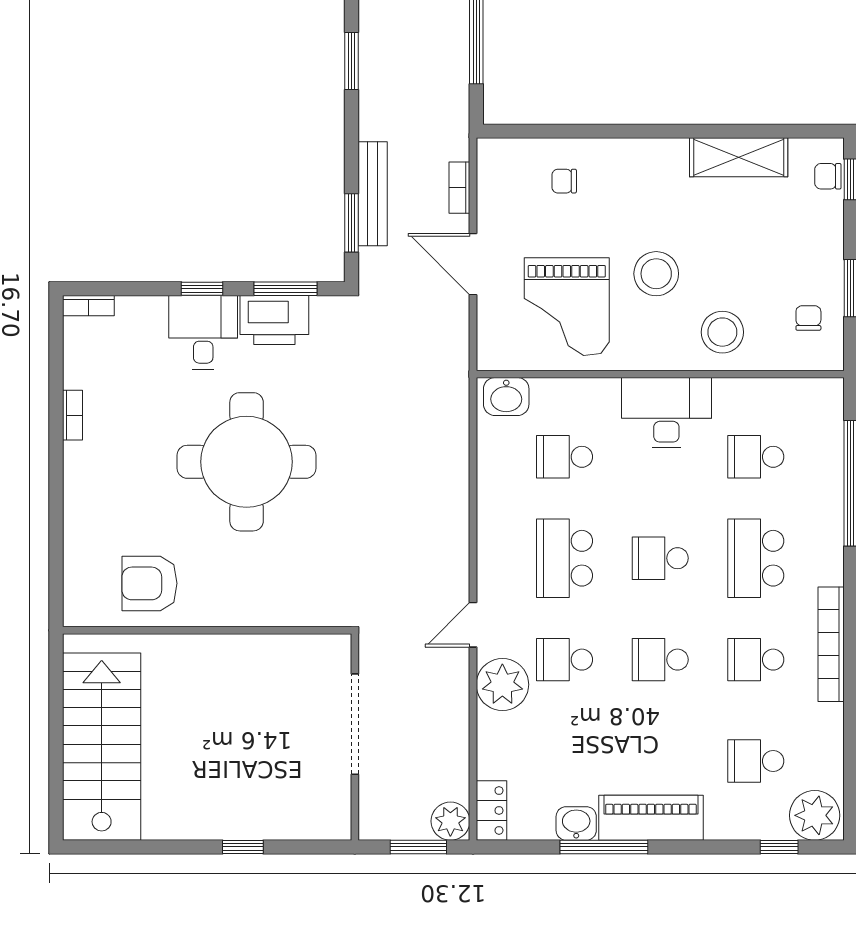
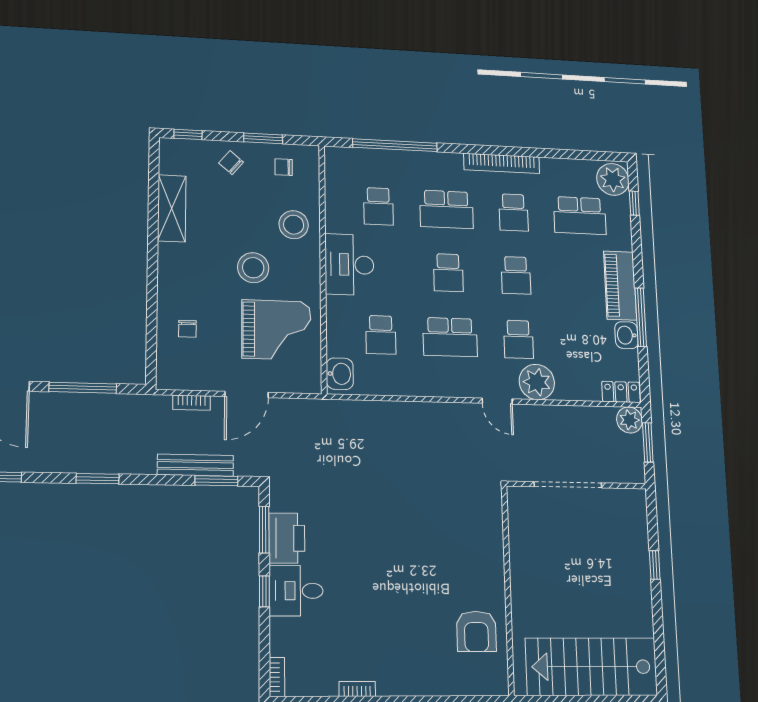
chair: (828, 176) -> (231, 163), moved, turned 130
round table: (247, 462) -> (389, 560), removed
school desk: (756, 761) -> (580, 216), width x1.85

